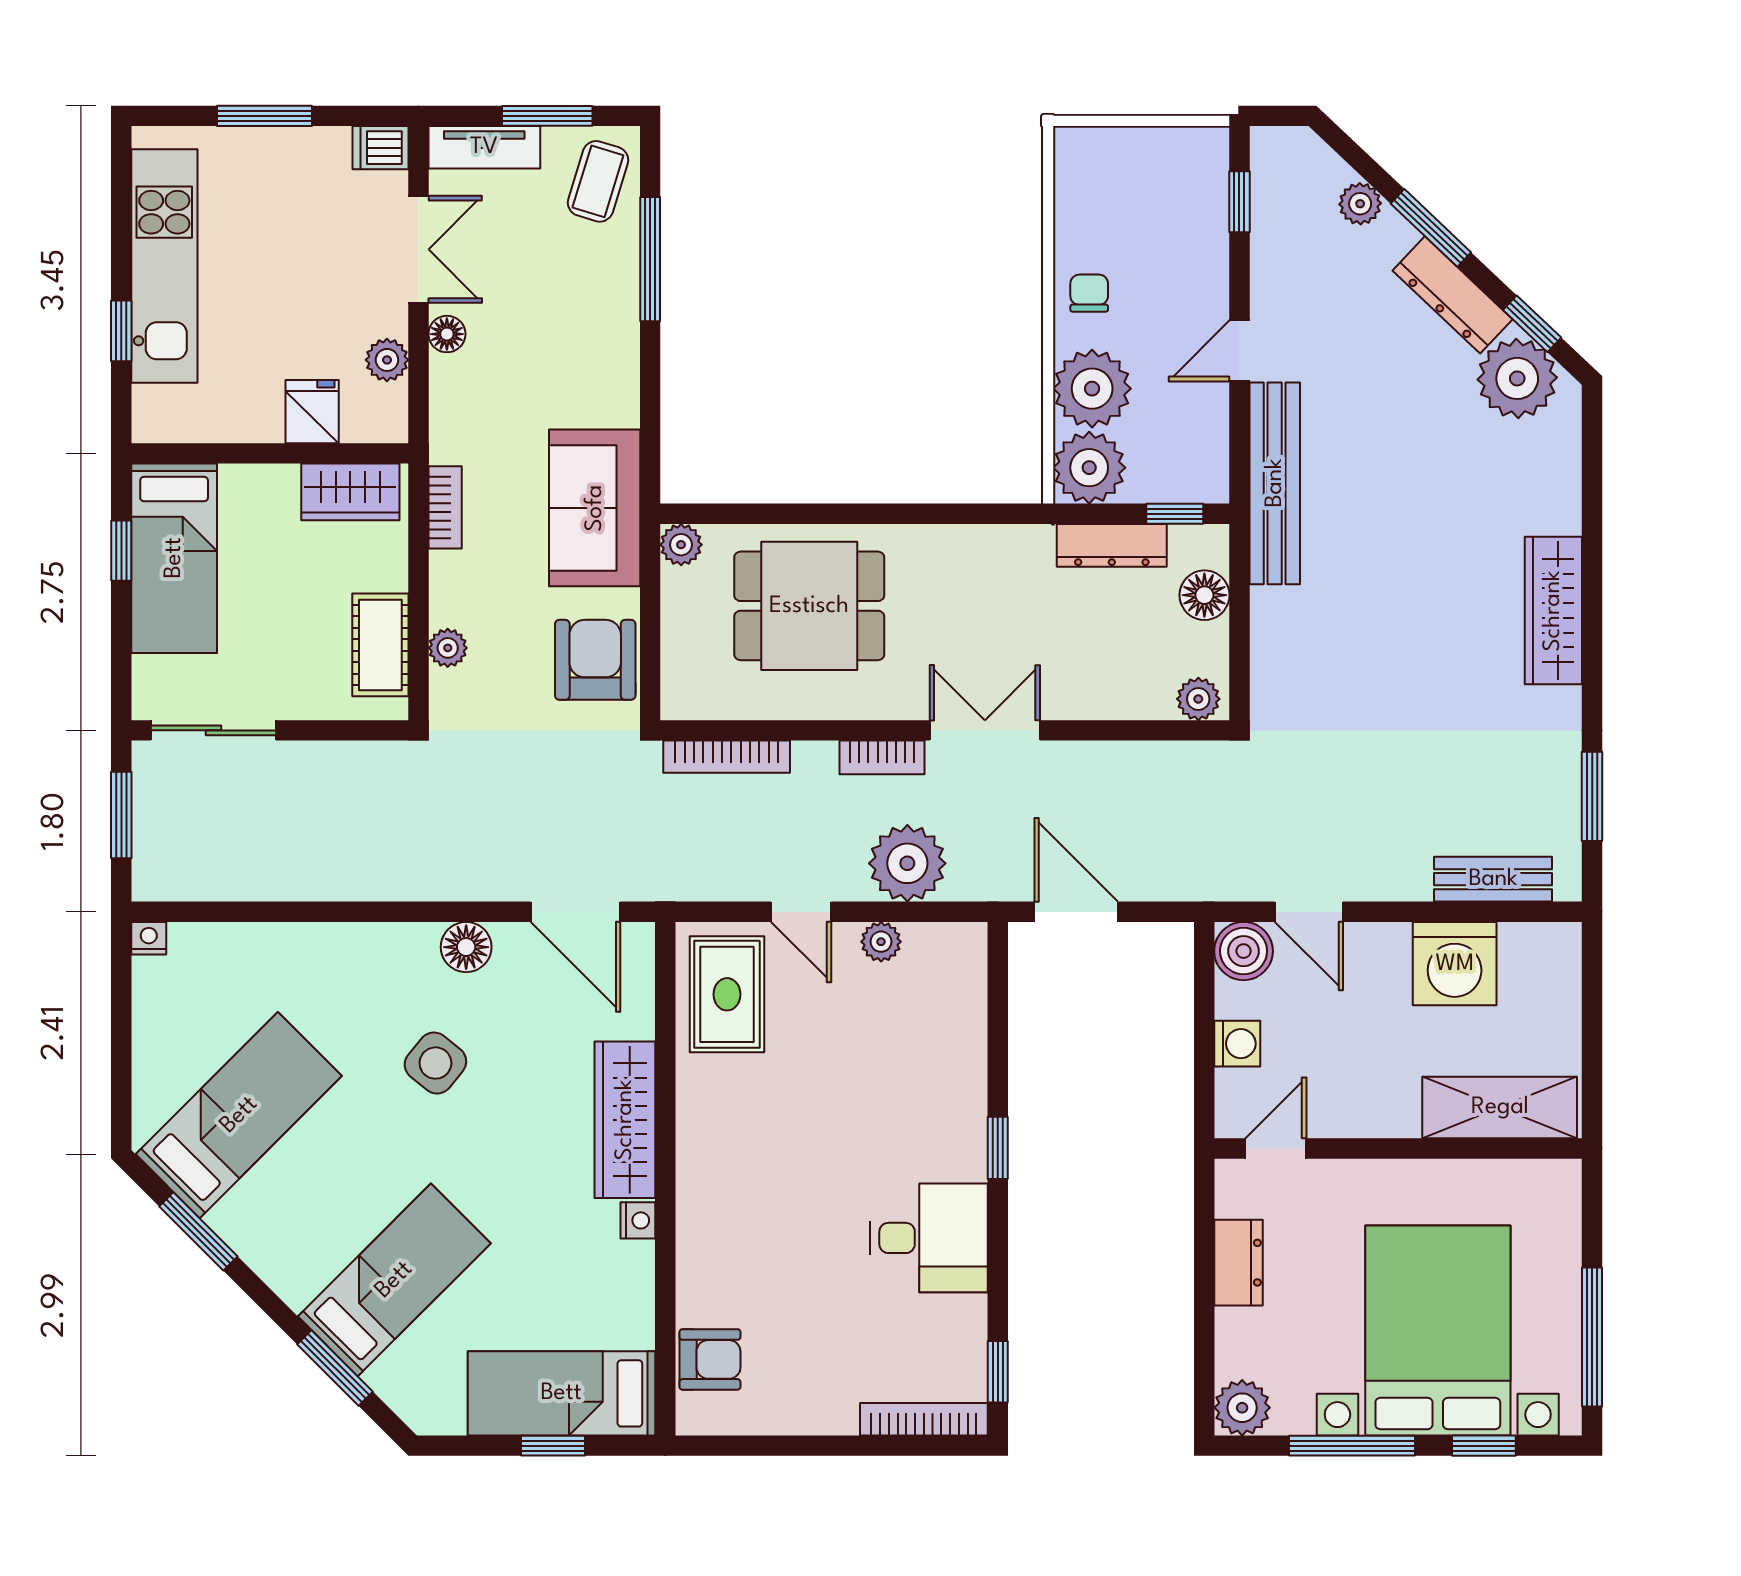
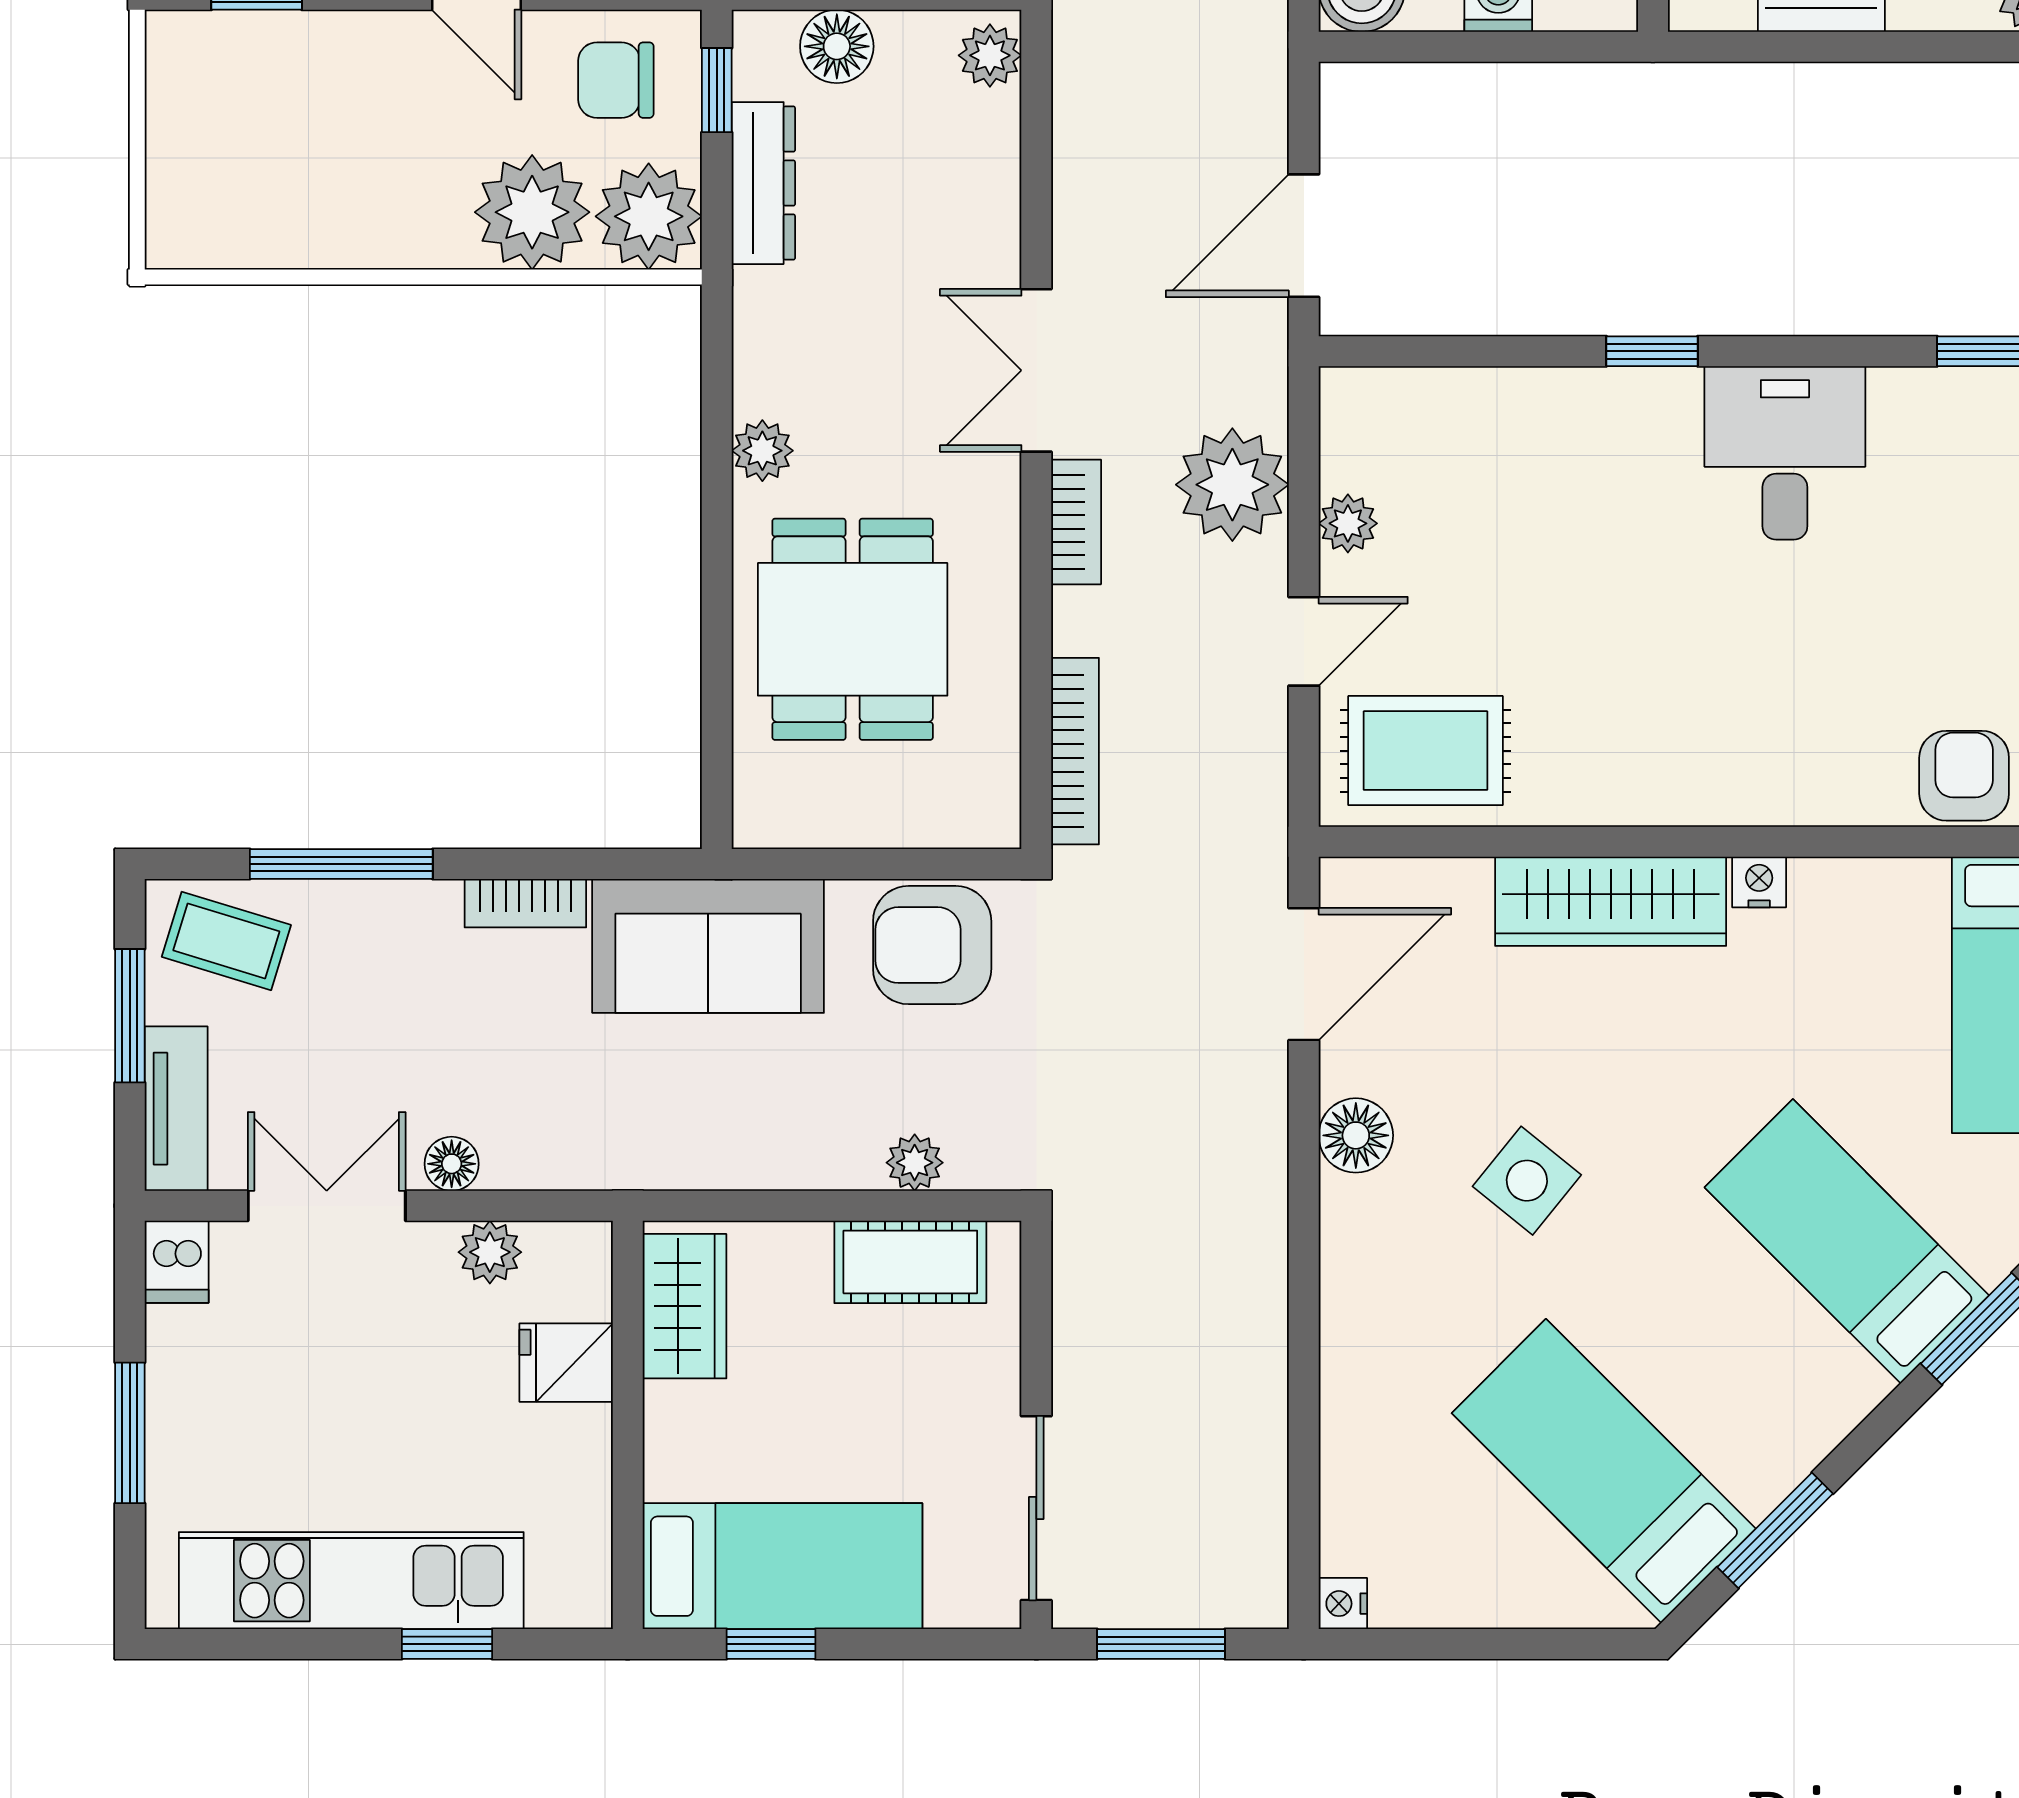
chair: (1089, 293) -> (616, 80), moved, width x1.37, depth x1.37
bookcase: (445, 507) -> (525, 903), moved, turned 180
plant: (681, 545) -> (762, 451), moved

